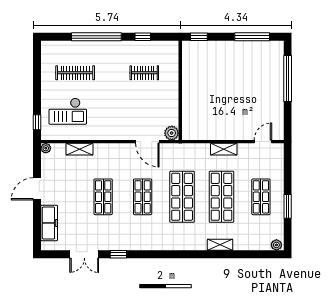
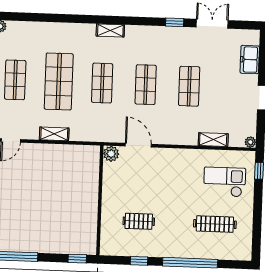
shop shelf: (182, 197) -> (102, 83), width x0.70, depth x0.74
freezer: (49, 223) -> (250, 60), width x0.71
shelving: (220, 245) -> (110, 30), moved

